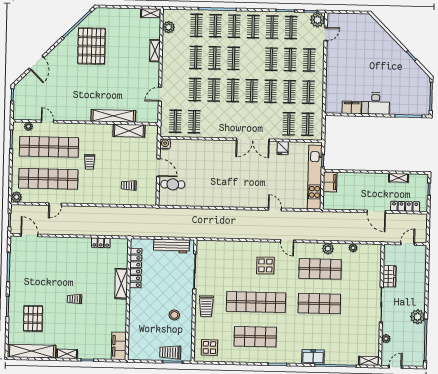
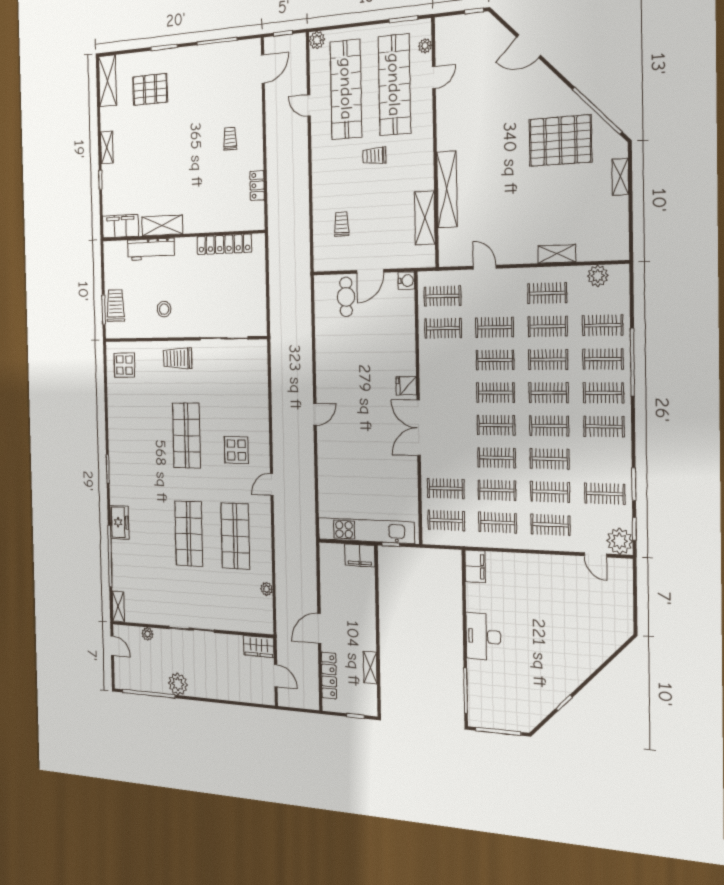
shelving: (151, 13) -> (620, 177), moved
clothes rail: (272, 27) -> (549, 426), moved
clothes rail: (177, 57) -> (547, 293), added
filing cabinet: (352, 107) -> (475, 566), moved
fridge: (283, 148) -> (406, 386), moved
door: (275, 209) -> (315, 414), moved
workbench: (172, 246) -> (151, 249), moved, turned -90
plant: (328, 249) -> (264, 549), removed
wardrobe: (389, 276) -> (259, 646), moved
shelving: (121, 284) -> (162, 225), moved
trolley: (74, 299) -> (230, 139), moved
shop shelf: (256, 302) -> (186, 436), width x0.71
shop shelf: (255, 337) -> (141, 435), removed
shelving: (32, 351) -> (107, 81), width x0.68

